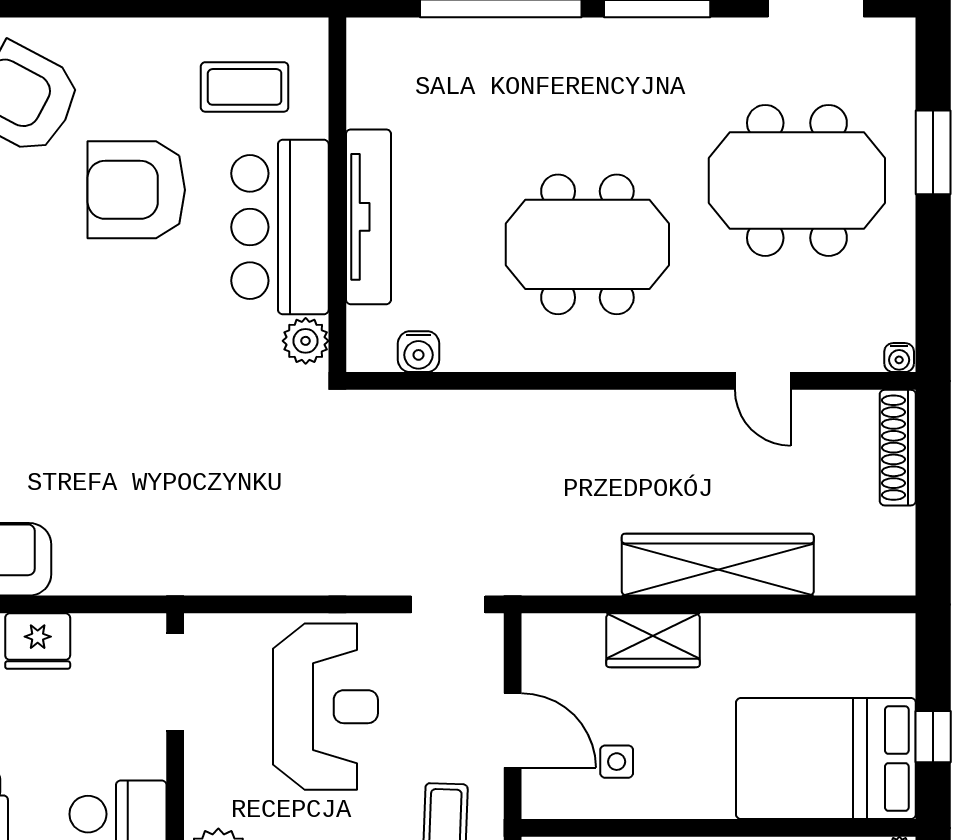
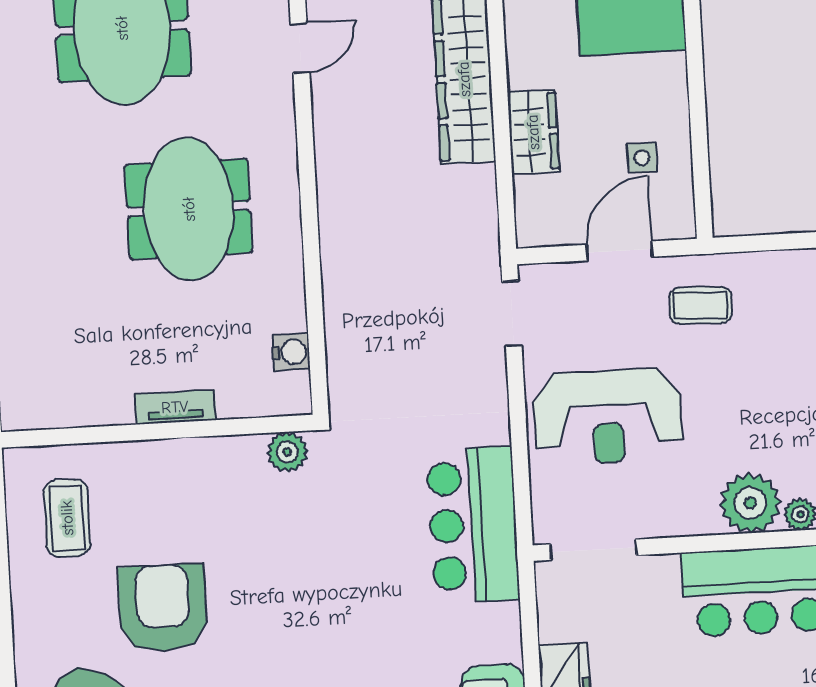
armchair: (136, 190) -> (163, 608), turned 180
tv unit: (368, 217) -> (175, 407), width x0.52, depth x0.78
bar counter: (280, 227) -> (473, 525), moved, turned 90
reception desk: (325, 707) -> (608, 416), turned 180

